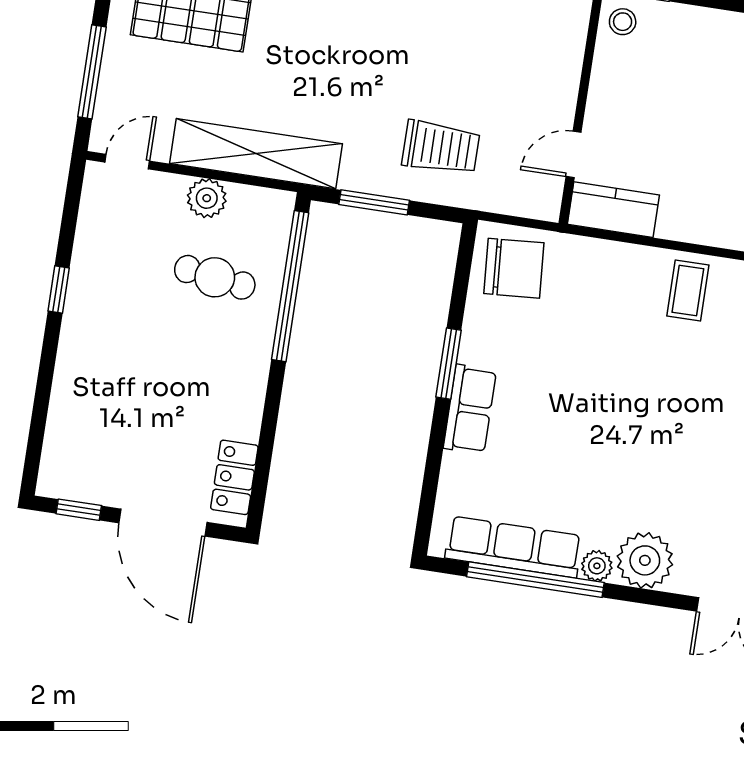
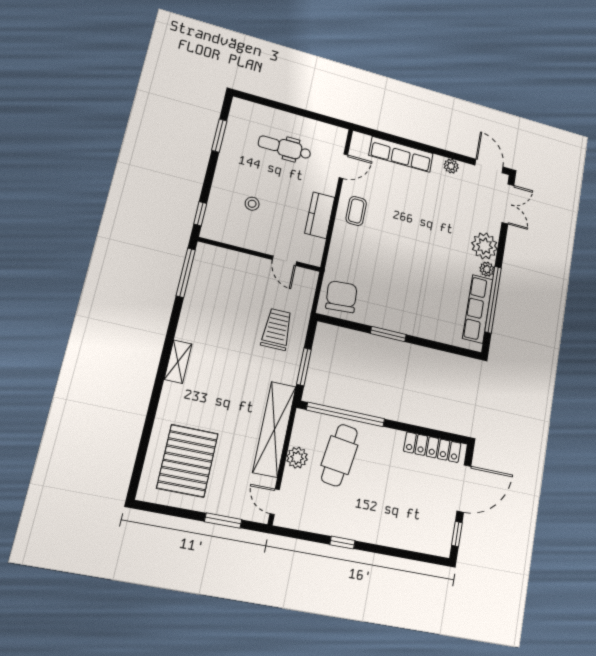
stool: (623, 22) -> (252, 204), moved
window: (92, 72) -> (223, 521), width x0.69
kitchen counter: (613, 210) -> (320, 215), moved
cafe table: (215, 277) -> (339, 455), width x1.37, depth x1.35
coffee table: (688, 291) -> (356, 211), turned 90
row of seats: (470, 409) -> (411, 325), removed
locker: (234, 477) -> (432, 447), width x1.53

